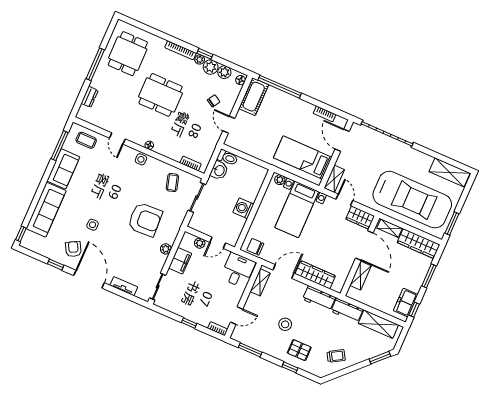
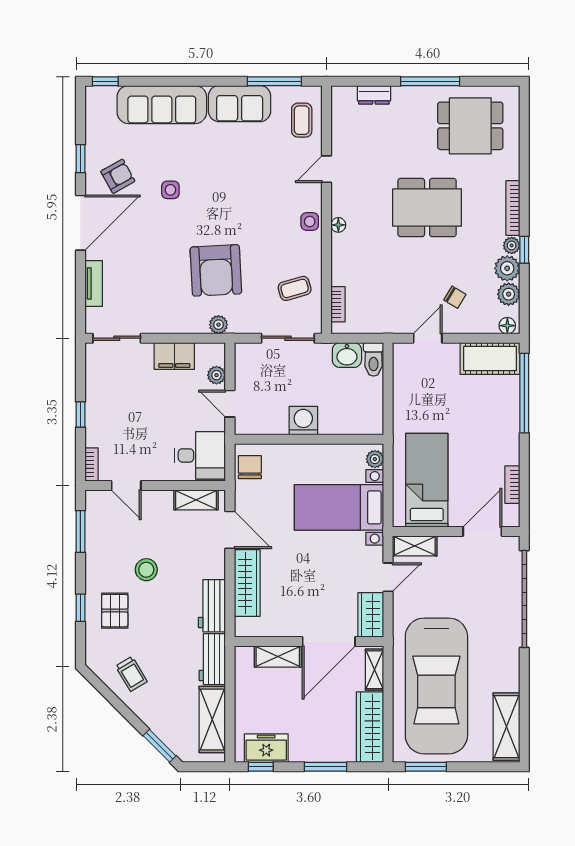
dining table: (161, 95) -> (427, 208), turned 90
plant: (166, 249) -> (218, 325), moved

